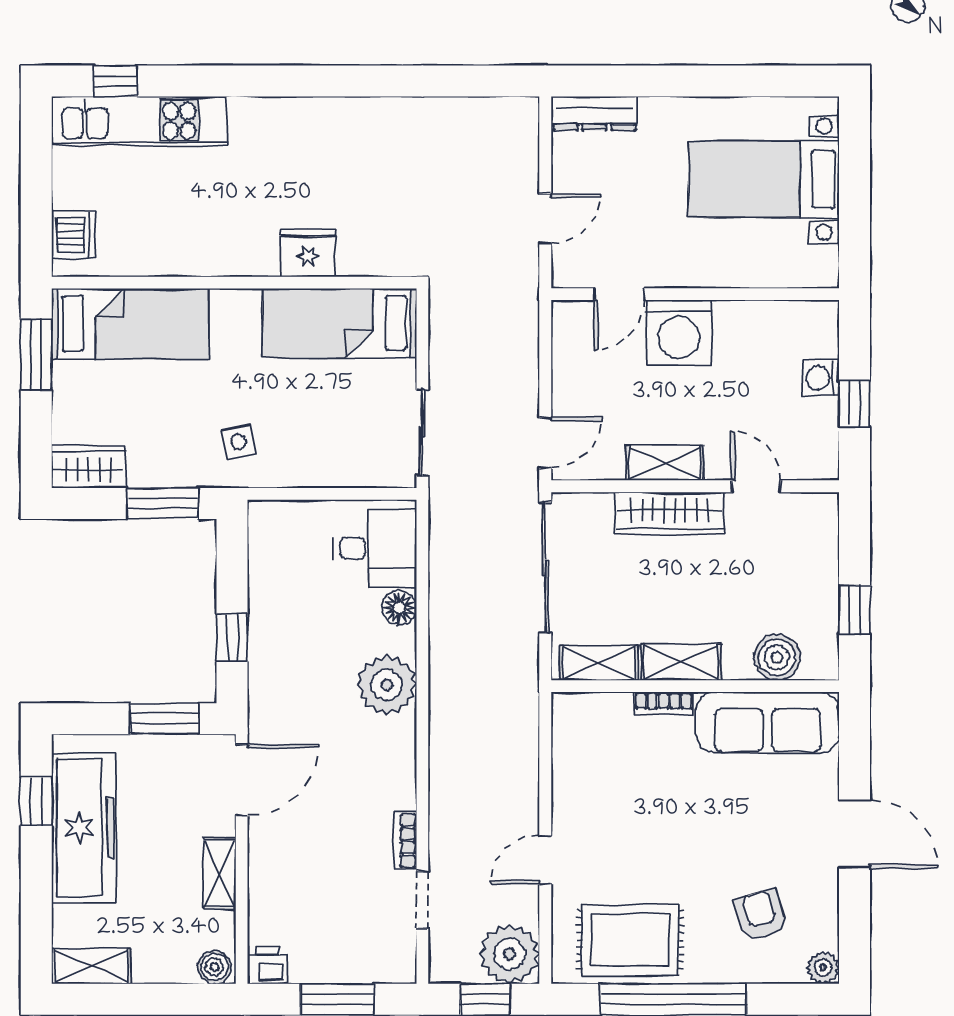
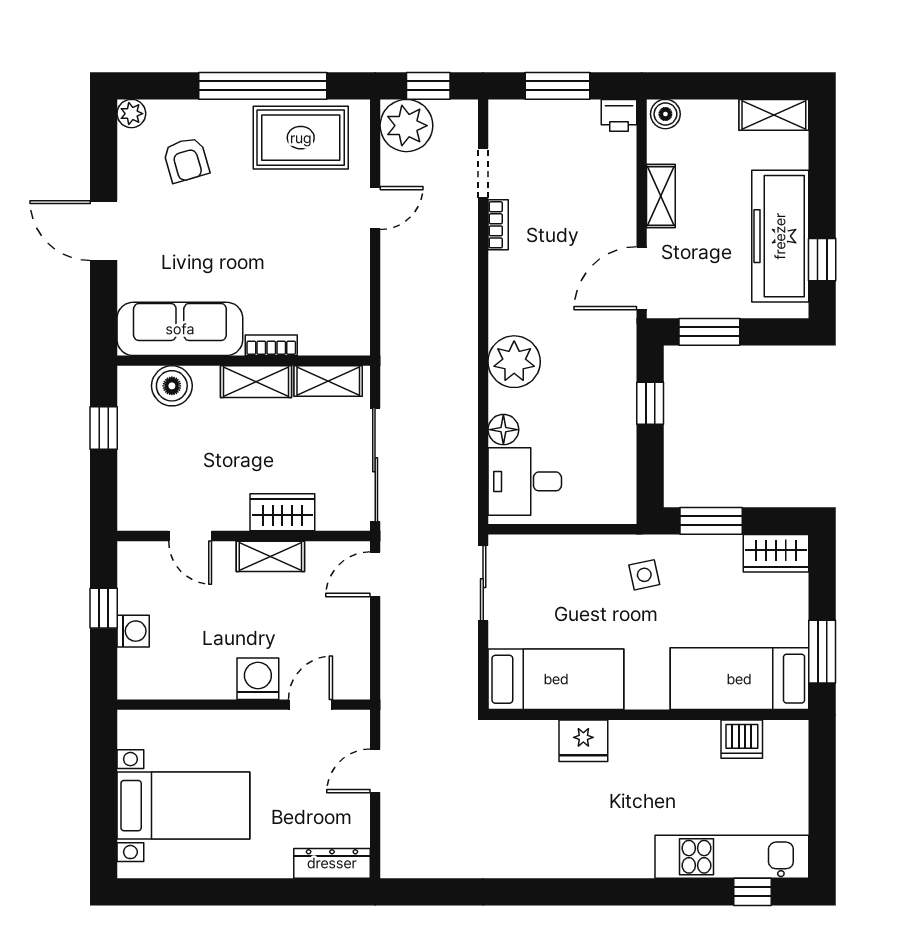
dishwasher: (74, 235) -> (742, 739), moved, turned -90
washing machine: (679, 332) -> (258, 679), width x0.73, depth x0.73
wardrobe: (669, 513) -> (282, 512), width x0.67

